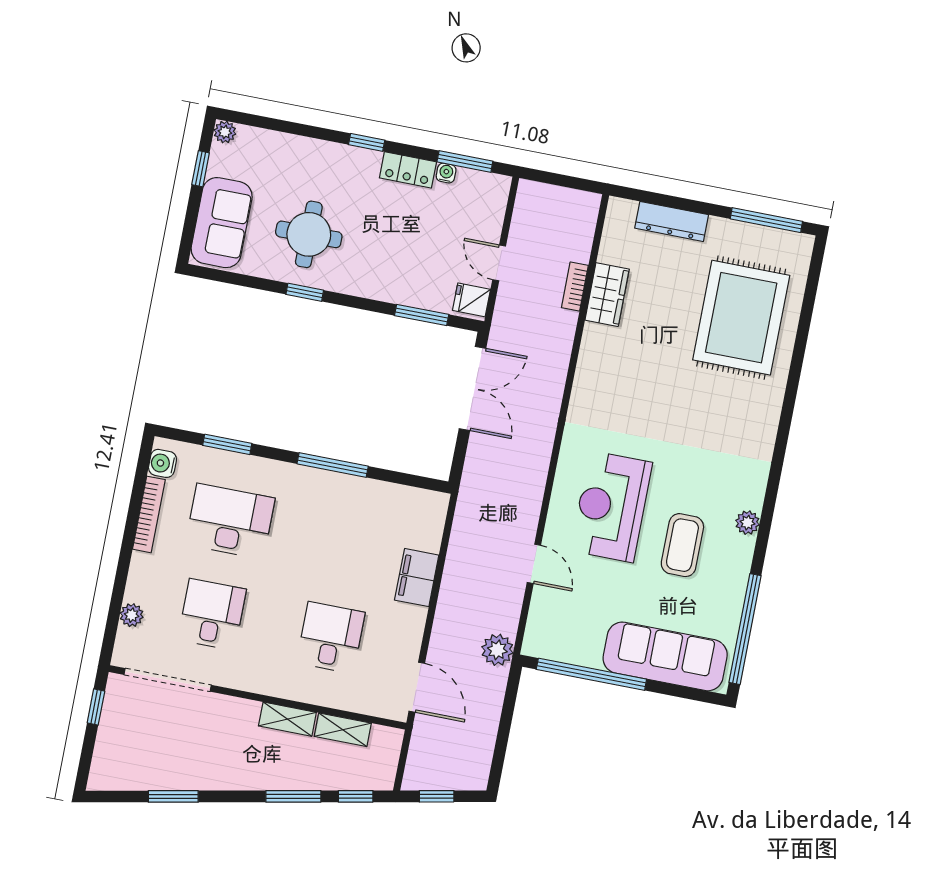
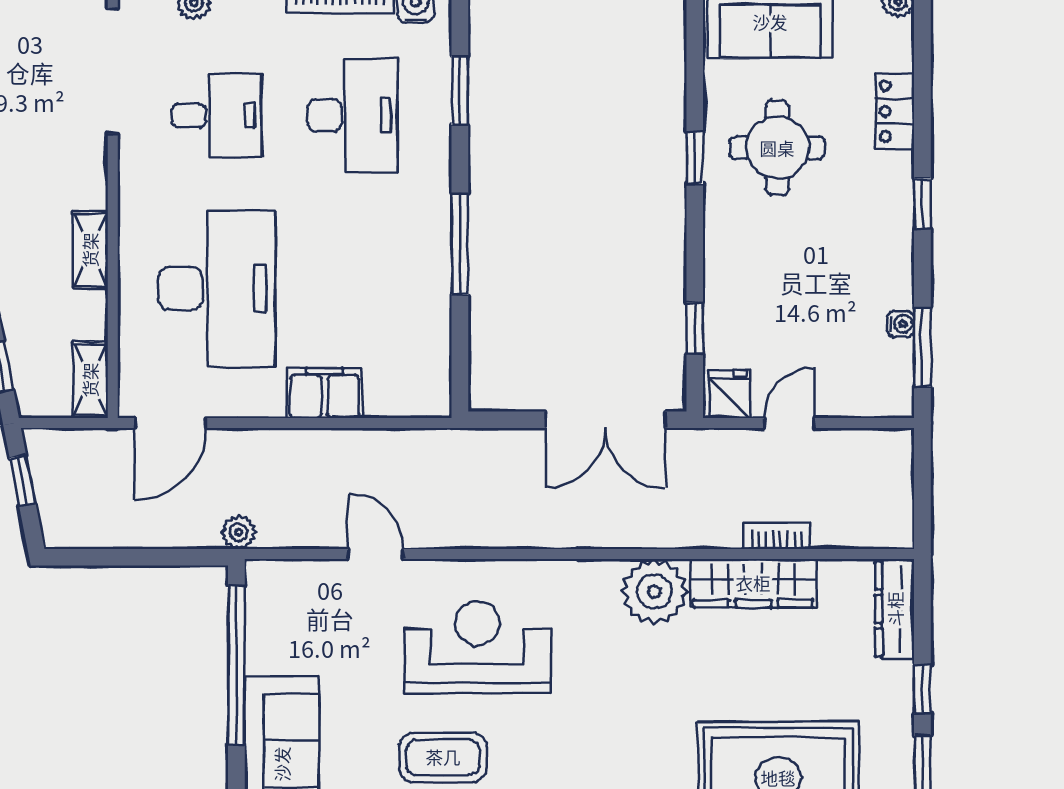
locker: (408, 170) -> (895, 111), moved
window: (700, 207) -> (922, 689), added
dresser: (672, 221) -> (895, 609), moved
wardrobe: (607, 295) -> (753, 583), width x1.50
window: (422, 315) -> (695, 328), width x0.67
plant: (597, 378) -> (654, 592), added
door: (534, 564) -> (376, 554), swing flipped
desk: (331, 638) -> (217, 288), width x1.87, depth x1.30
plant: (497, 650) -> (239, 532), width x0.73, depth x0.73
shelving: (343, 730) -> (90, 380), moved

